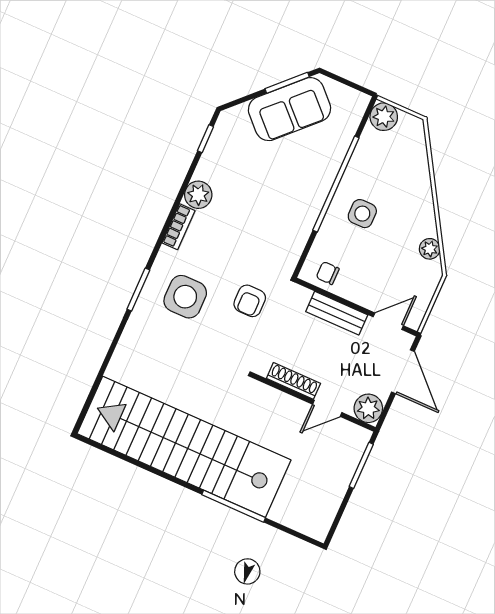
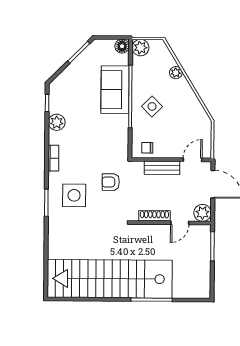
floor lamp: (357, 102) -> (122, 46), added
sofa: (289, 109) -> (115, 90), moved, turned 135
plant: (198, 195) -> (57, 122), moved
side table: (362, 214) -> (152, 106), turned 45
plant: (430, 249) -> (176, 73), moved
armchair: (250, 301) -> (111, 182), turned 90

